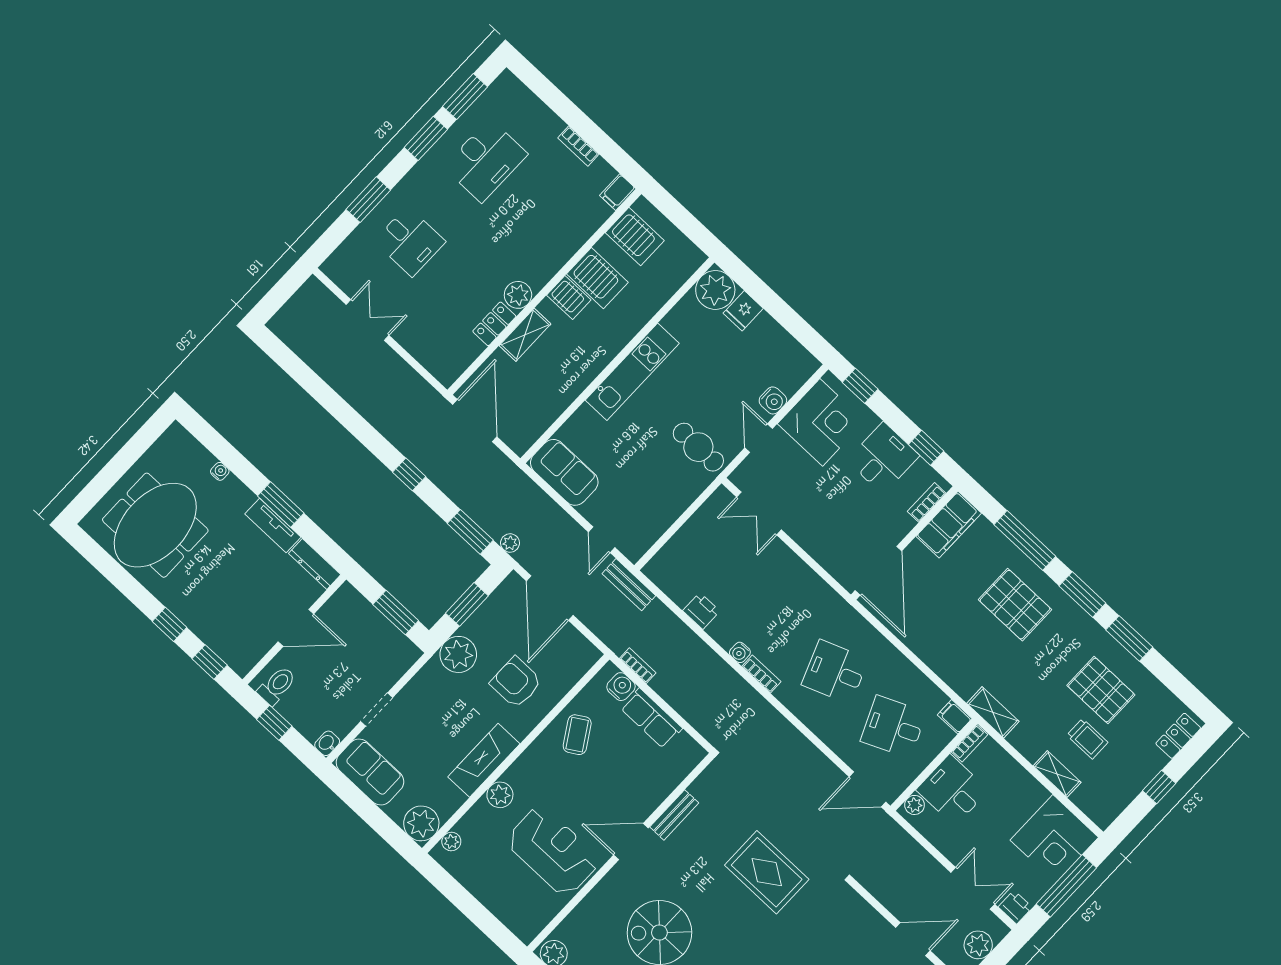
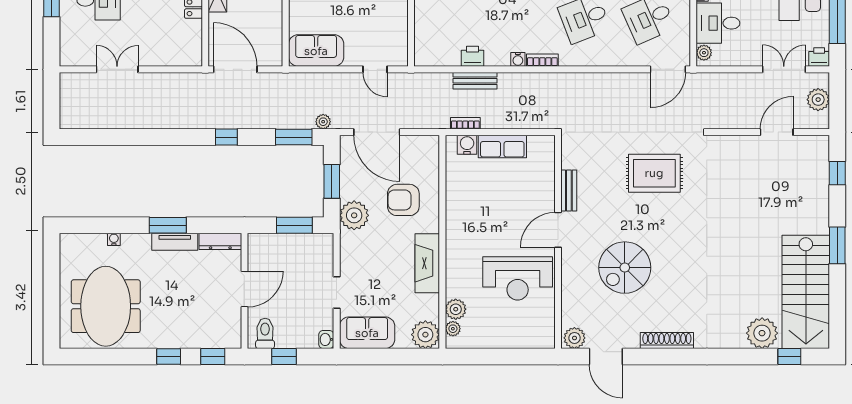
bench: (629, 585) -> (475, 81), moved
coffee table: (577, 735) -> (468, 197), removed
plant: (500, 795) -> (456, 309), moved
reception desk: (553, 851) -> (518, 278), turned 180

